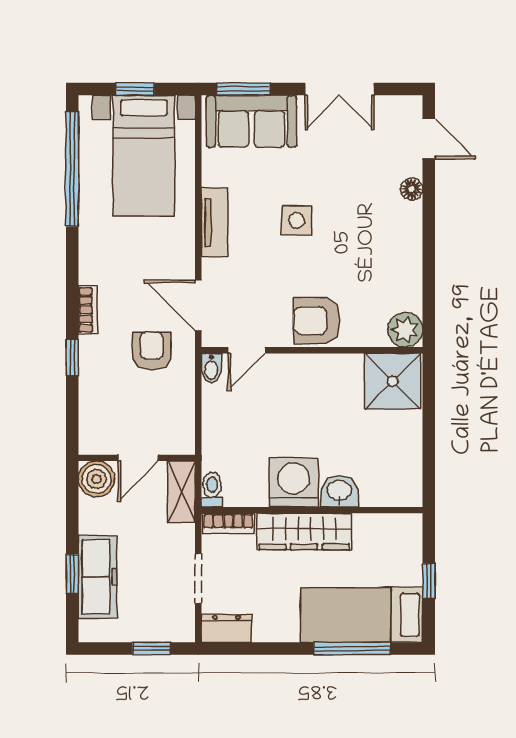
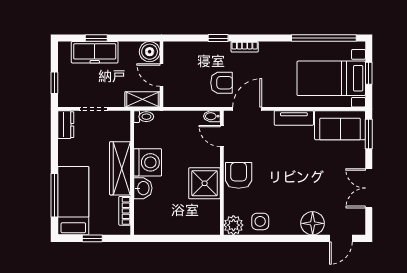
sofa: (252, 121) -> (340, 125), moved, turned -90
floor lamp: (412, 189) -> (313, 223), width x1.89, depth x1.89
side table: (297, 220) -> (260, 221), moved
shower: (393, 381) -> (205, 183), moved
bookcase: (228, 523) -> (125, 211), moved

